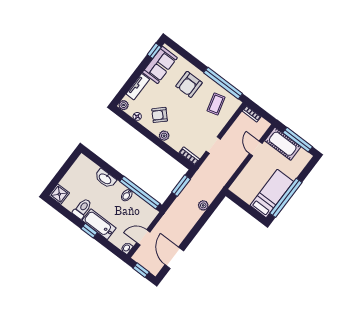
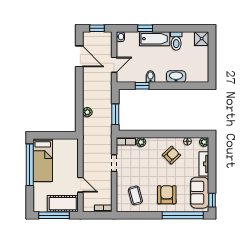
window: (223, 83) -> (183, 215), moved
plant: (164, 136) -> (141, 142), moved
window: (140, 193) -> (142, 86), width x0.32
window: (89, 231) -> (145, 28), moved
door: (143, 237) -> (114, 65), moved

